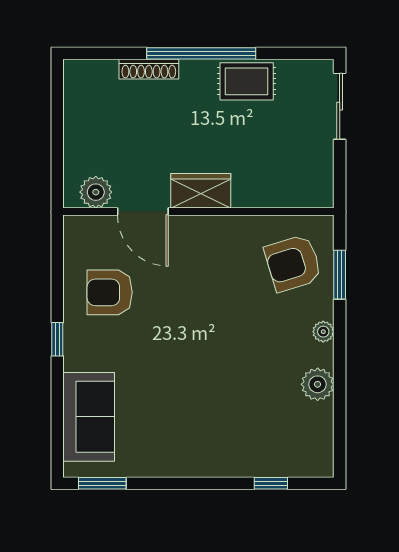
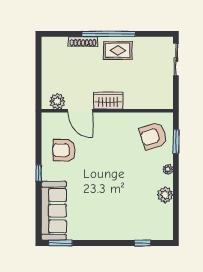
rug: (247, 81) -> (118, 50), moved
sofa: (89, 417) -> (54, 211), width x1.36

